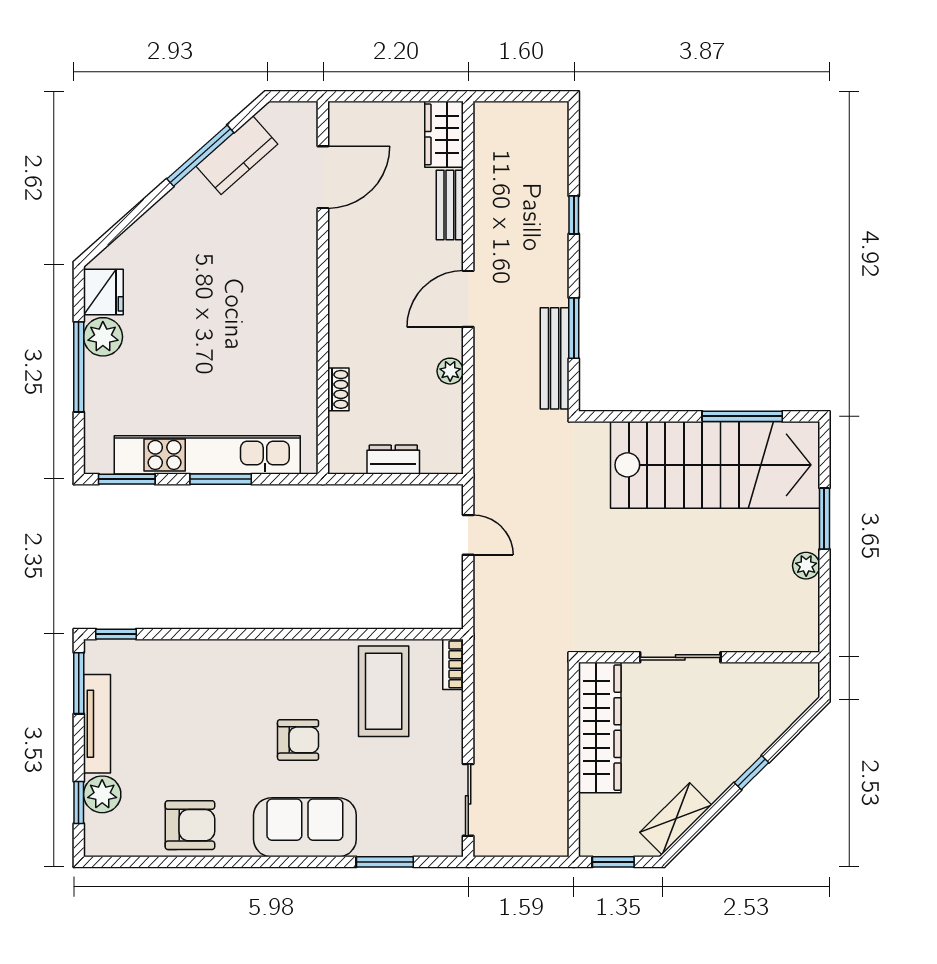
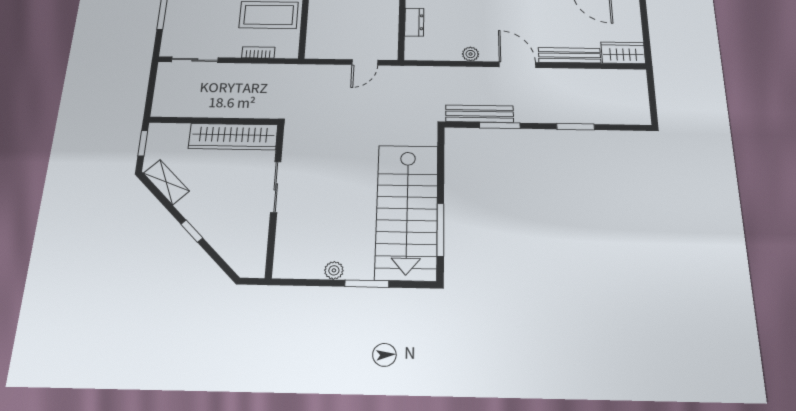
bench: (450, 205) -> (569, 55), width x1.36
window: (574, 215) -> (576, 127), width x1.50
bookcase: (453, 664) -> (258, 52), moved

